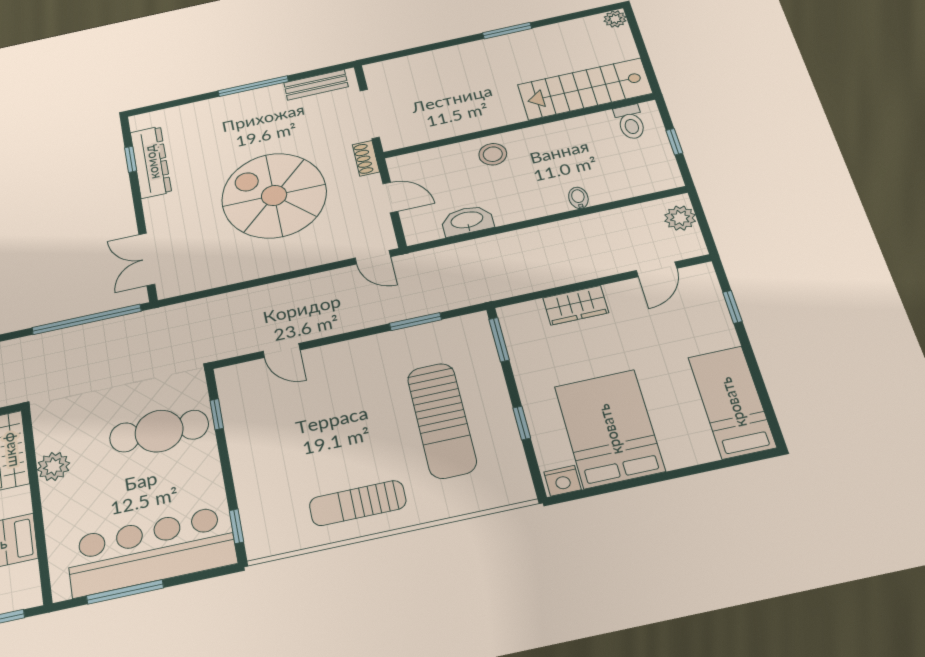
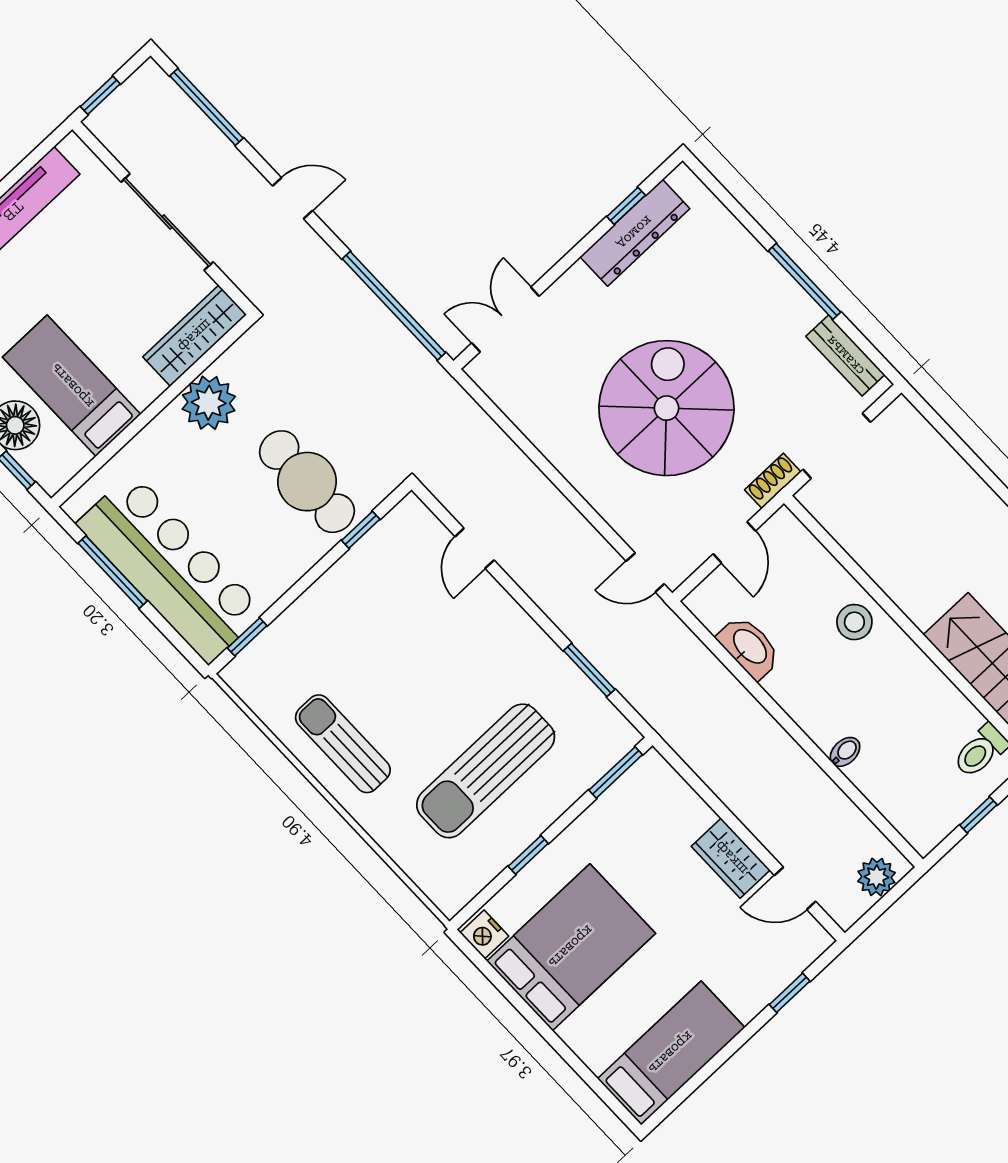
door: (373, 257) -> (645, 572), hinge flipped
wardrobe: (576, 305) -> (731, 858), moved
plant: (53, 466) -> (209, 403), width x1.36, depth x1.36

